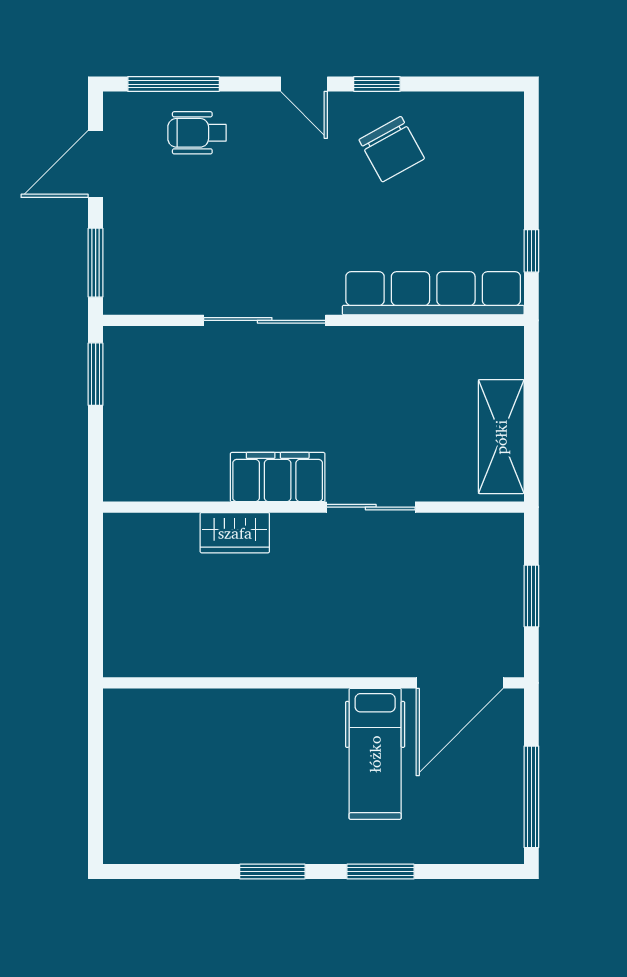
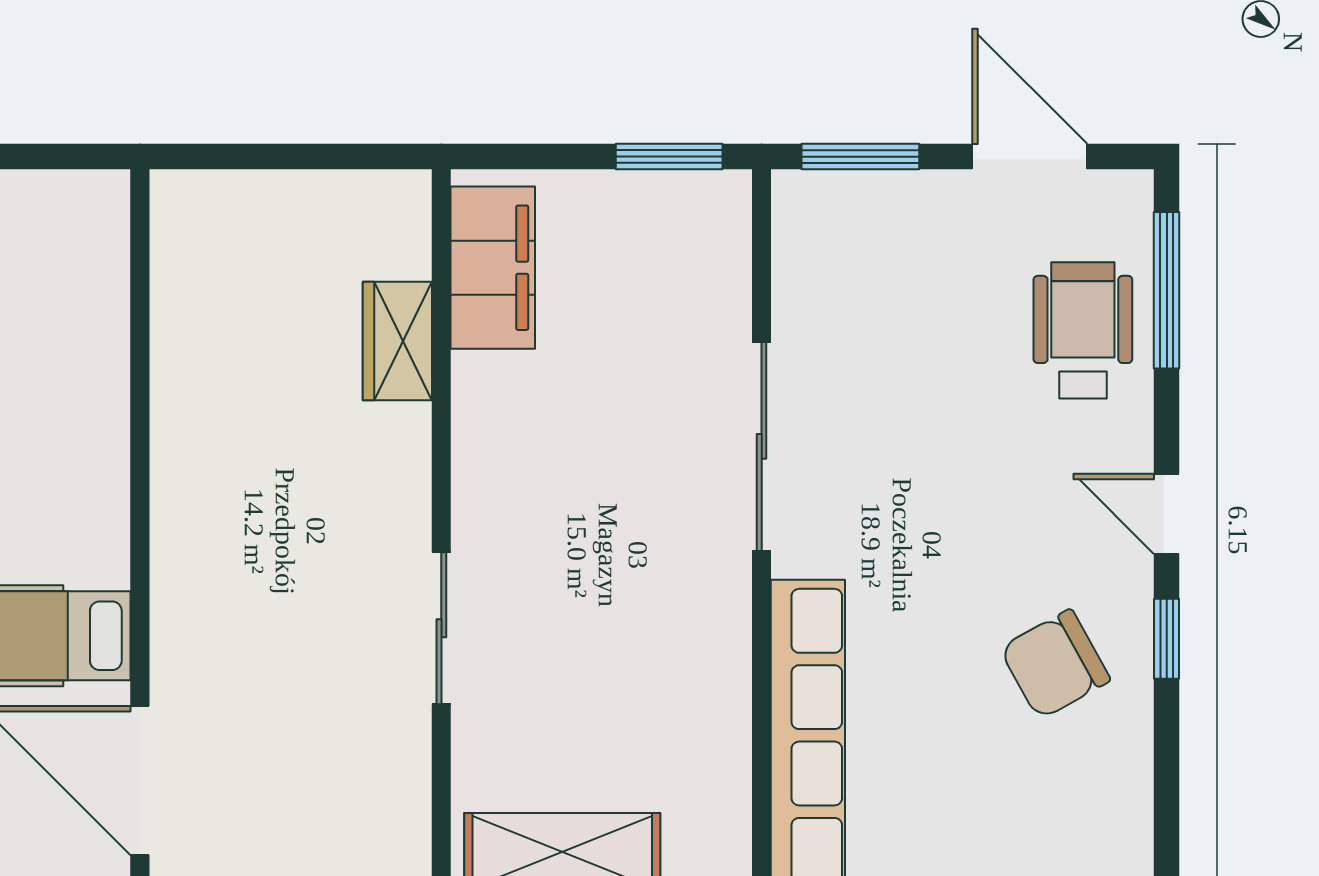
door: (304, 84) -> (1167, 514), hinge flipped
wheelchair: (197, 133) -> (1083, 330), width x1.36, depth x1.37
filing cabinet: (278, 477) -> (493, 268), moved
wardrobe: (235, 533) -> (397, 341), moved

